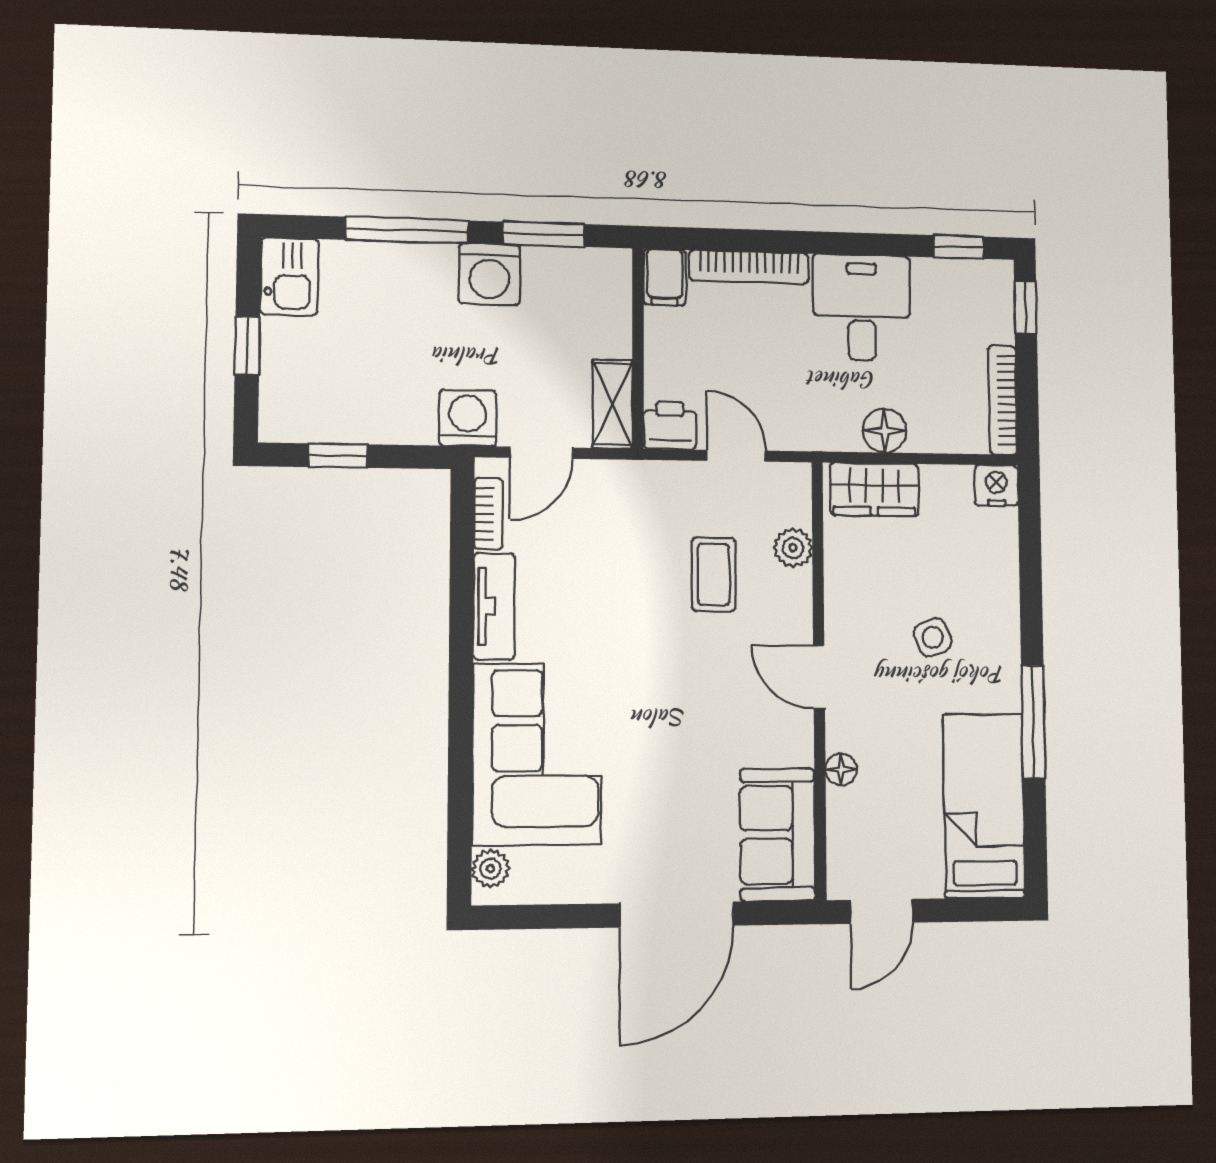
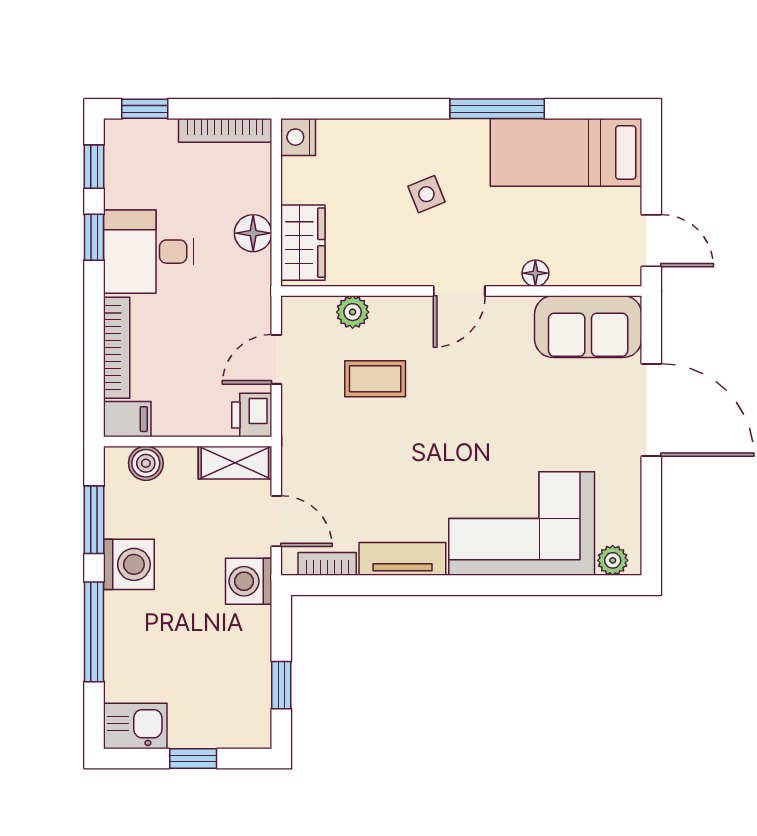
window: (878, 245) -> (94, 237), added
boiler: (612, 298) -> (146, 463), added

